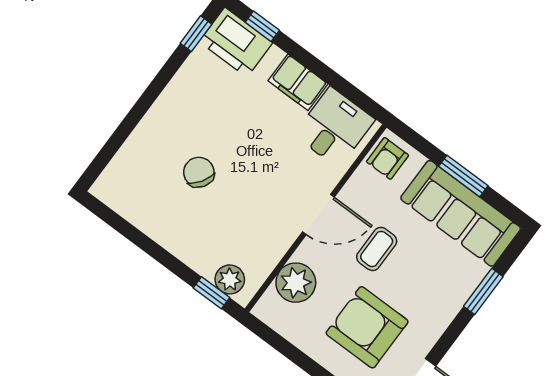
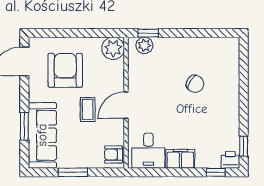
printer: (236, 42) -> (230, 160), width x0.53, depth x0.68
armchair: (388, 158) -> (113, 154), turned -90
sofa: (461, 213) -> (42, 135), moved, turned 90
plant: (296, 283) -> (113, 48), moved
armchair: (367, 327) -> (65, 70), turned -90

